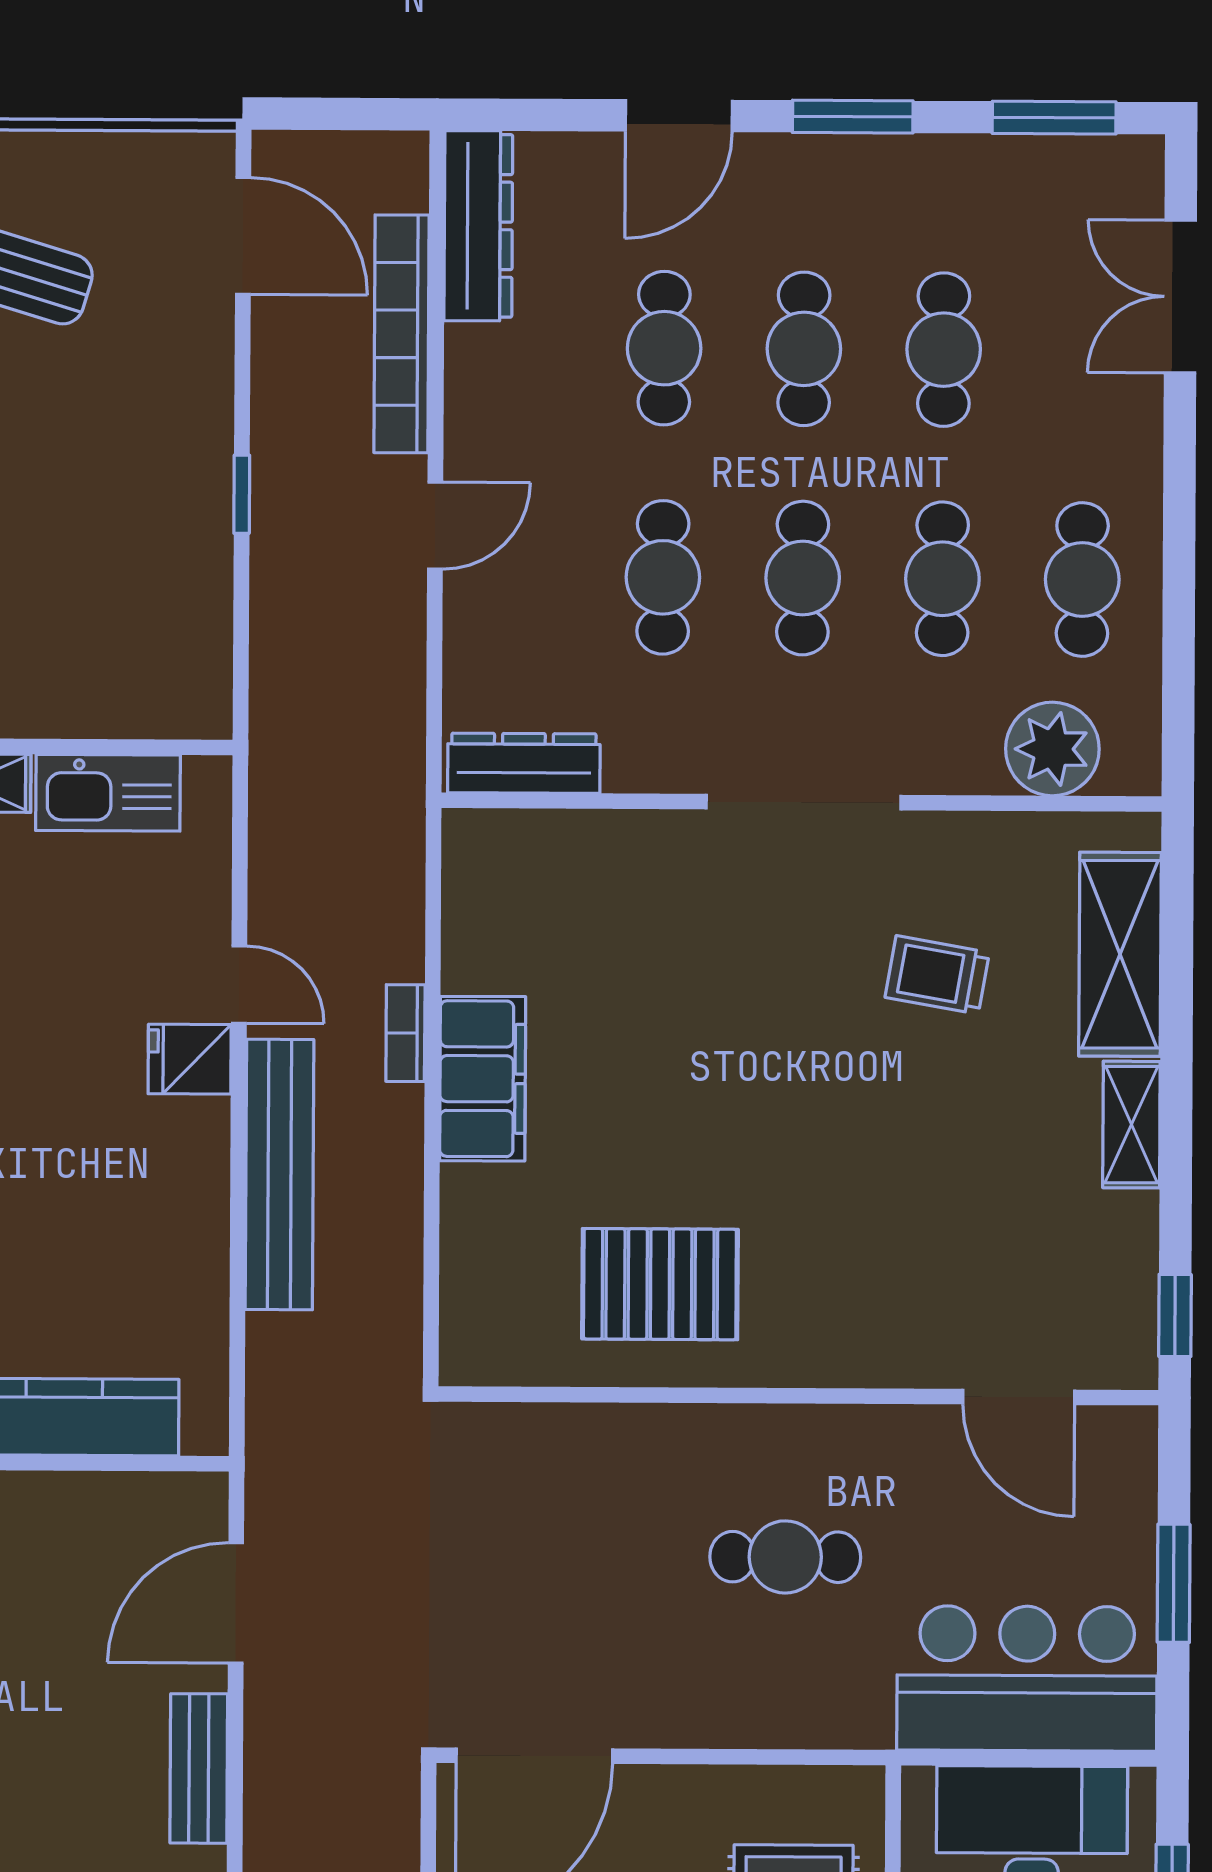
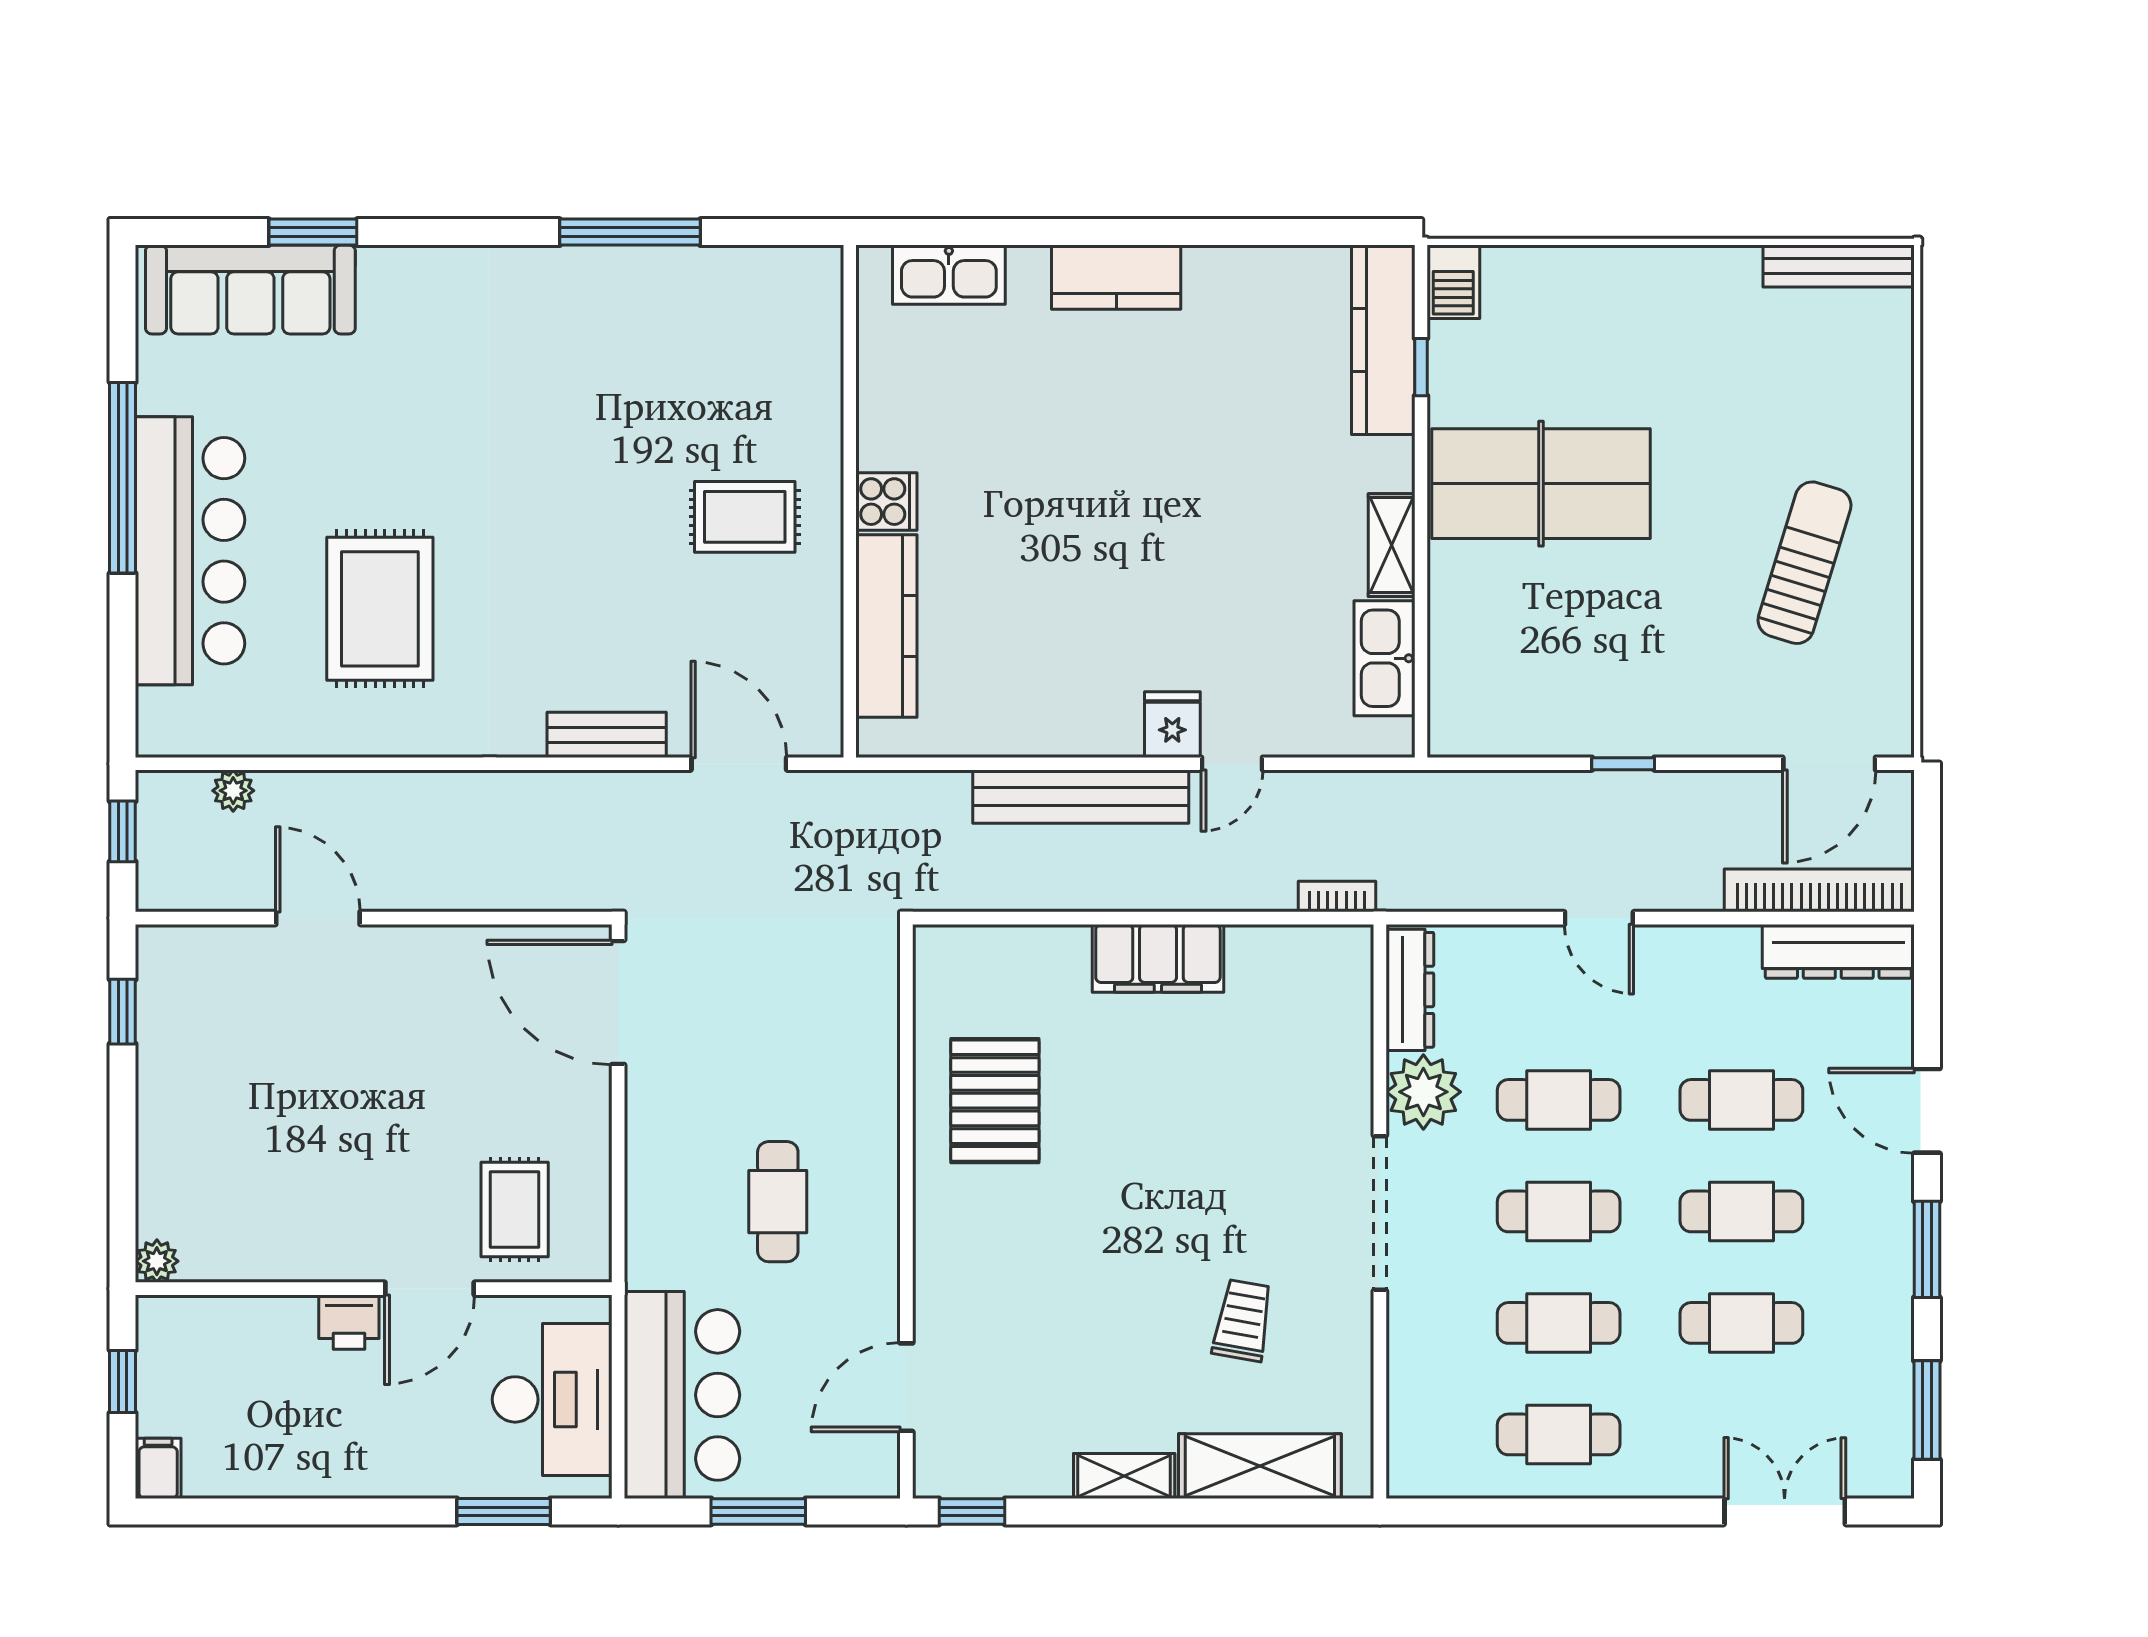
bookcase: (401, 334) -> (1819, 890), moved
plant: (1052, 749) -> (1423, 1092), moved
bookcase: (405, 1033) -> (1337, 896), moved

